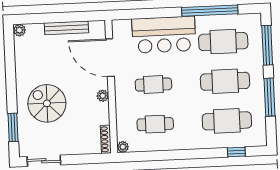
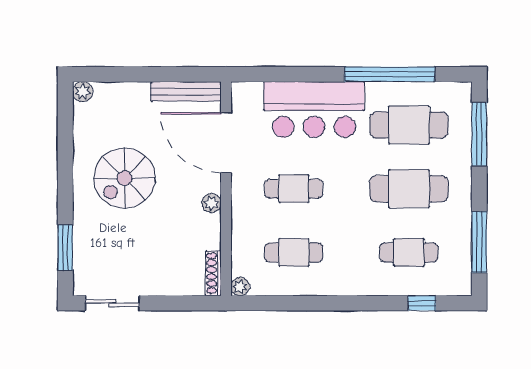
bench: (66, 28) -> (186, 91), moved
window: (270, 97) -> (479, 242), moved
spiral stairs: (47, 103) -> (125, 178), moved, turned -90
cafe table: (227, 121) -> (409, 252), width x0.73, depth x0.74

